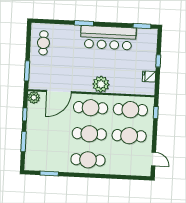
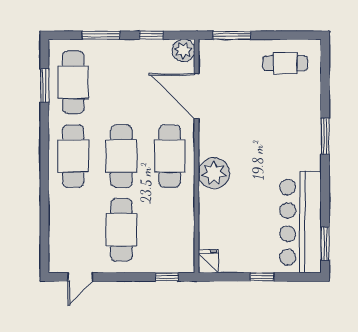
bar counter: (108, 38) -> (301, 222), moved
fridge: (149, 77) -> (208, 261), moved
cafe table: (130, 110) -> (73, 82), moved

